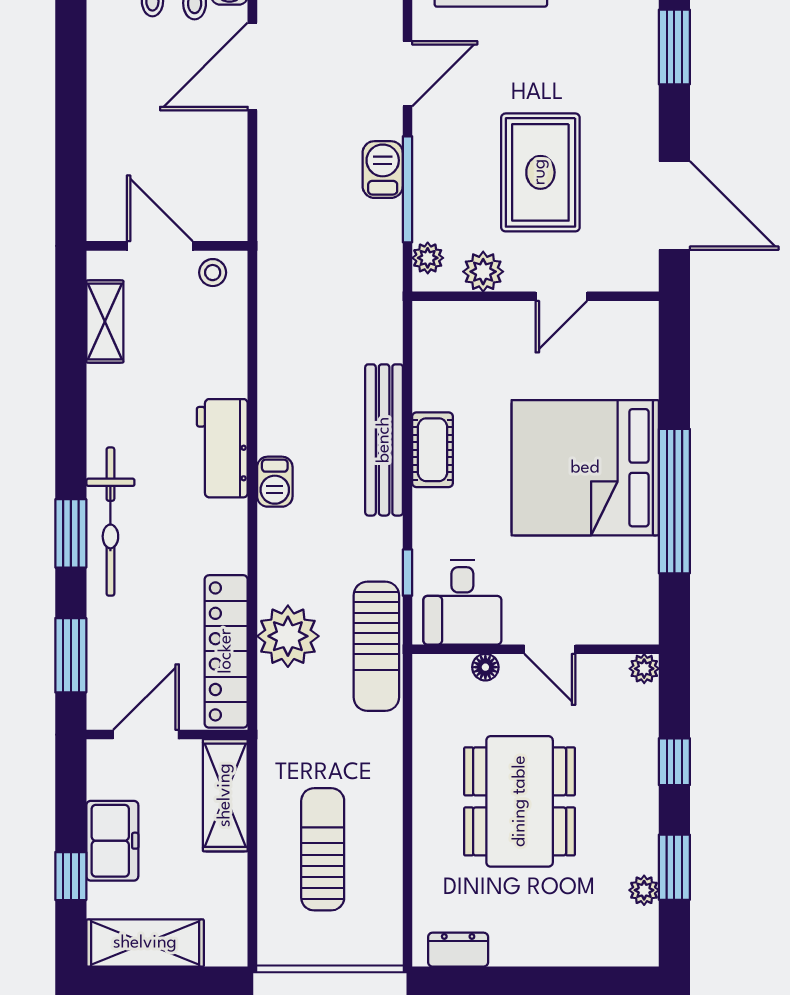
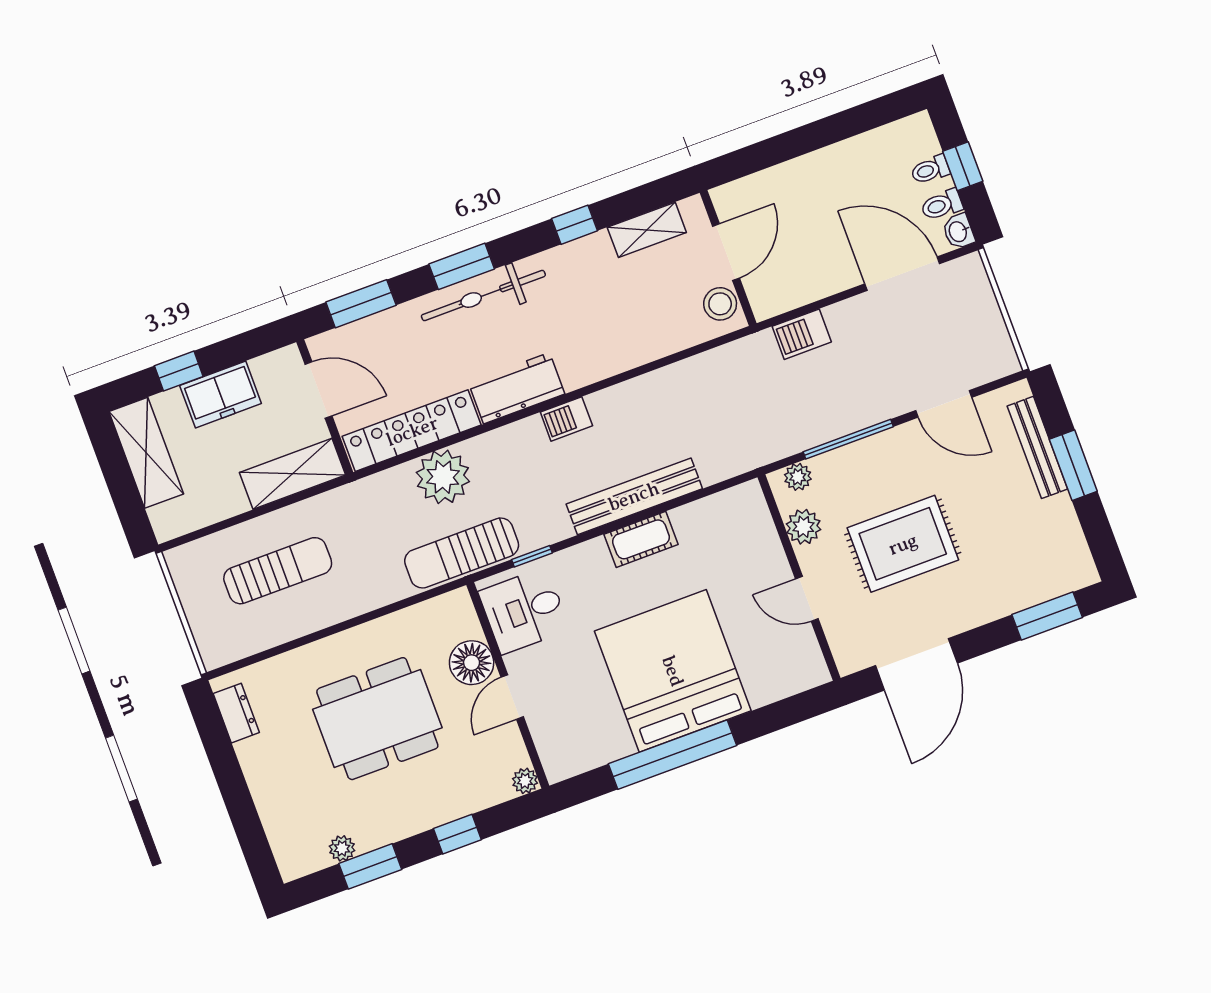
barbecue: (383, 170) -> (802, 334), moved, turned 180
stool: (213, 273) -> (720, 304), width x1.37, depth x1.37
window: (71, 397) -> (574, 225), added
workbench: (222, 448) -> (516, 388), moved
floor lamp: (485, 667) -> (472, 663), width x1.89, depth x1.89

